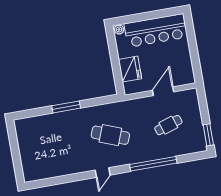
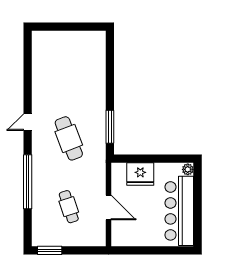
window: (66, 107) -> (110, 127), moved
cafe table: (110, 135) -> (69, 138), turned -42
door: (103, 173) -> (28, 122), hinge flipped

